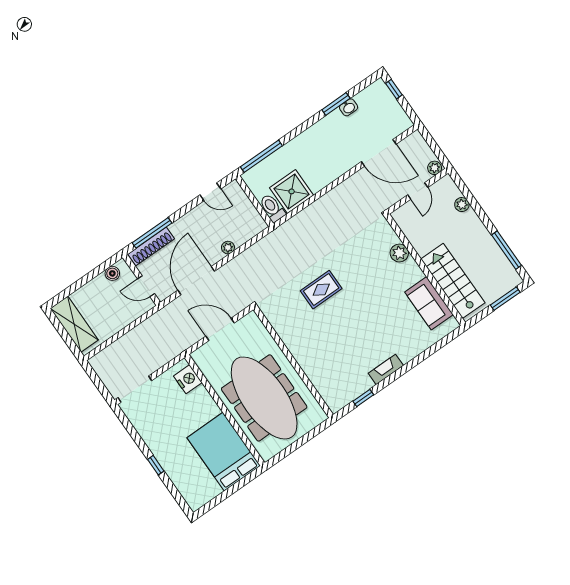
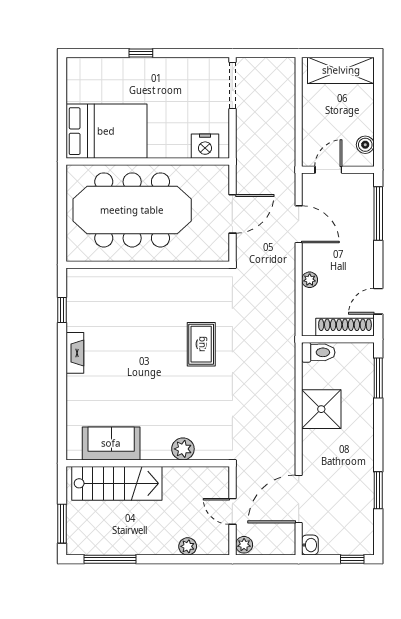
washbasin: (349, 107) -> (310, 545), moved, turned 180
window: (261, 156) -> (378, 378), width x0.69
shower: (292, 191) -> (321, 409), moved
shoe rack: (151, 246) -> (345, 327), moved, turned 90
door: (196, 281) -> (299, 224), width x0.73

